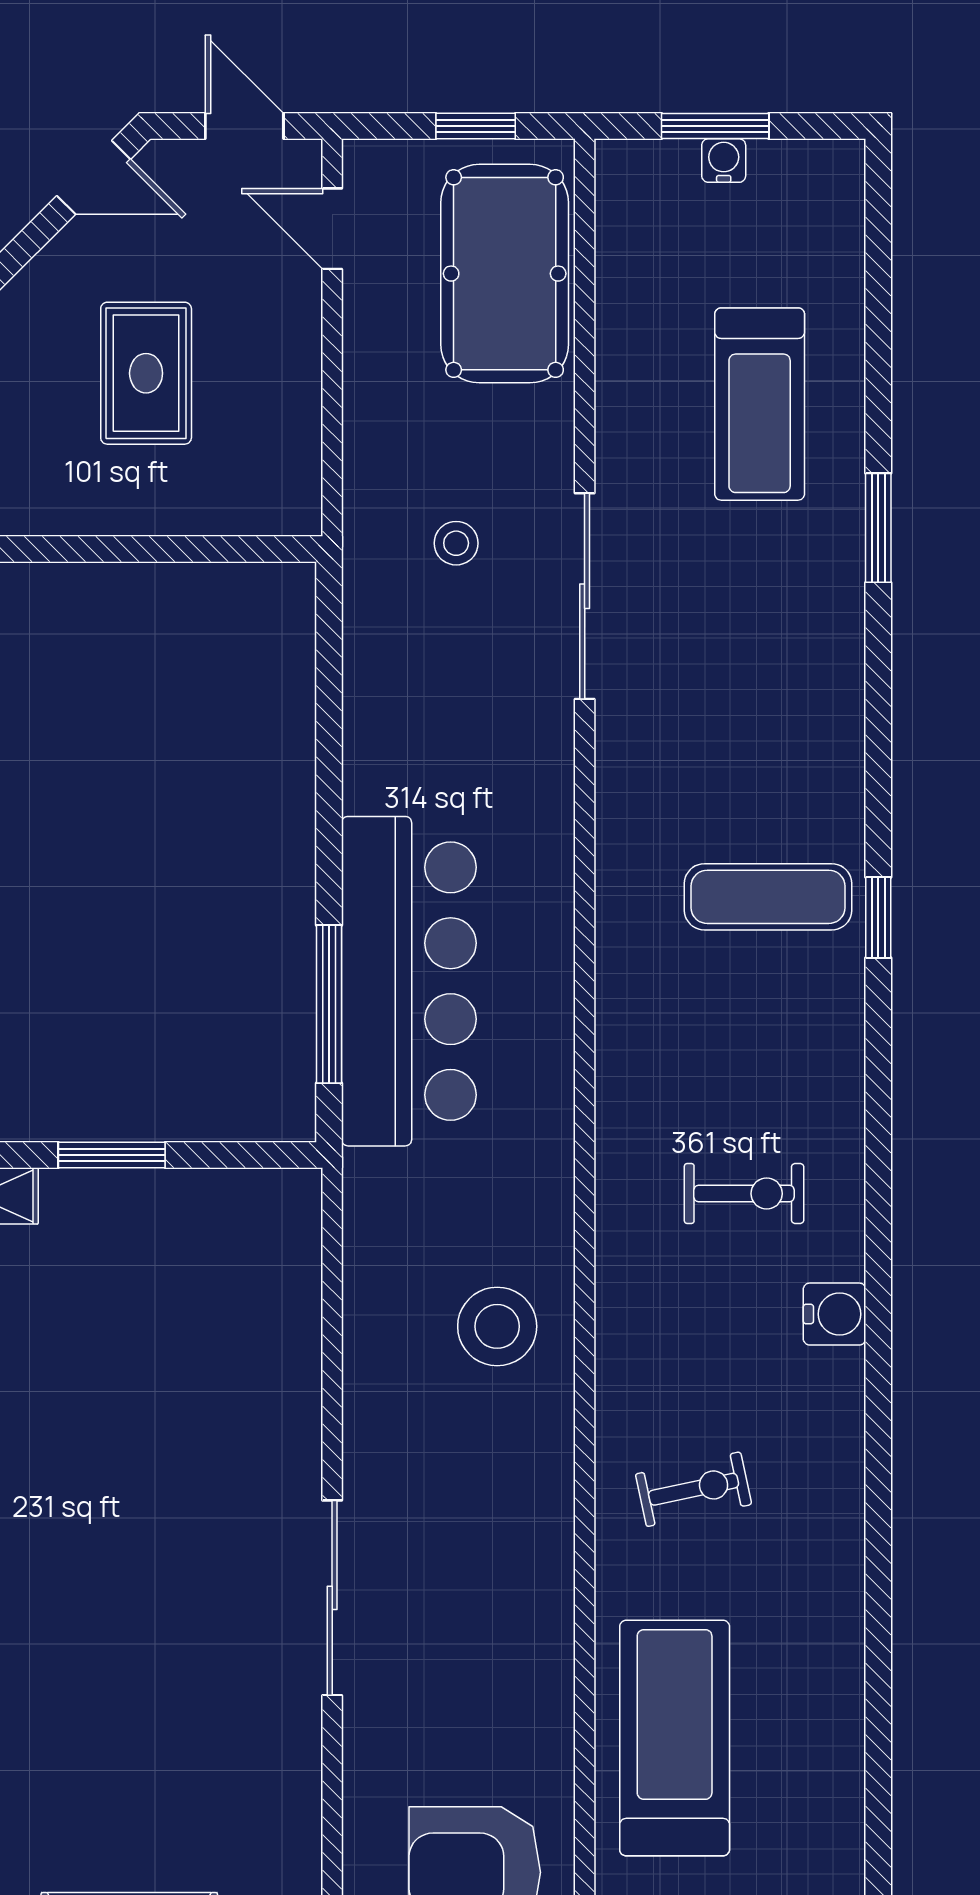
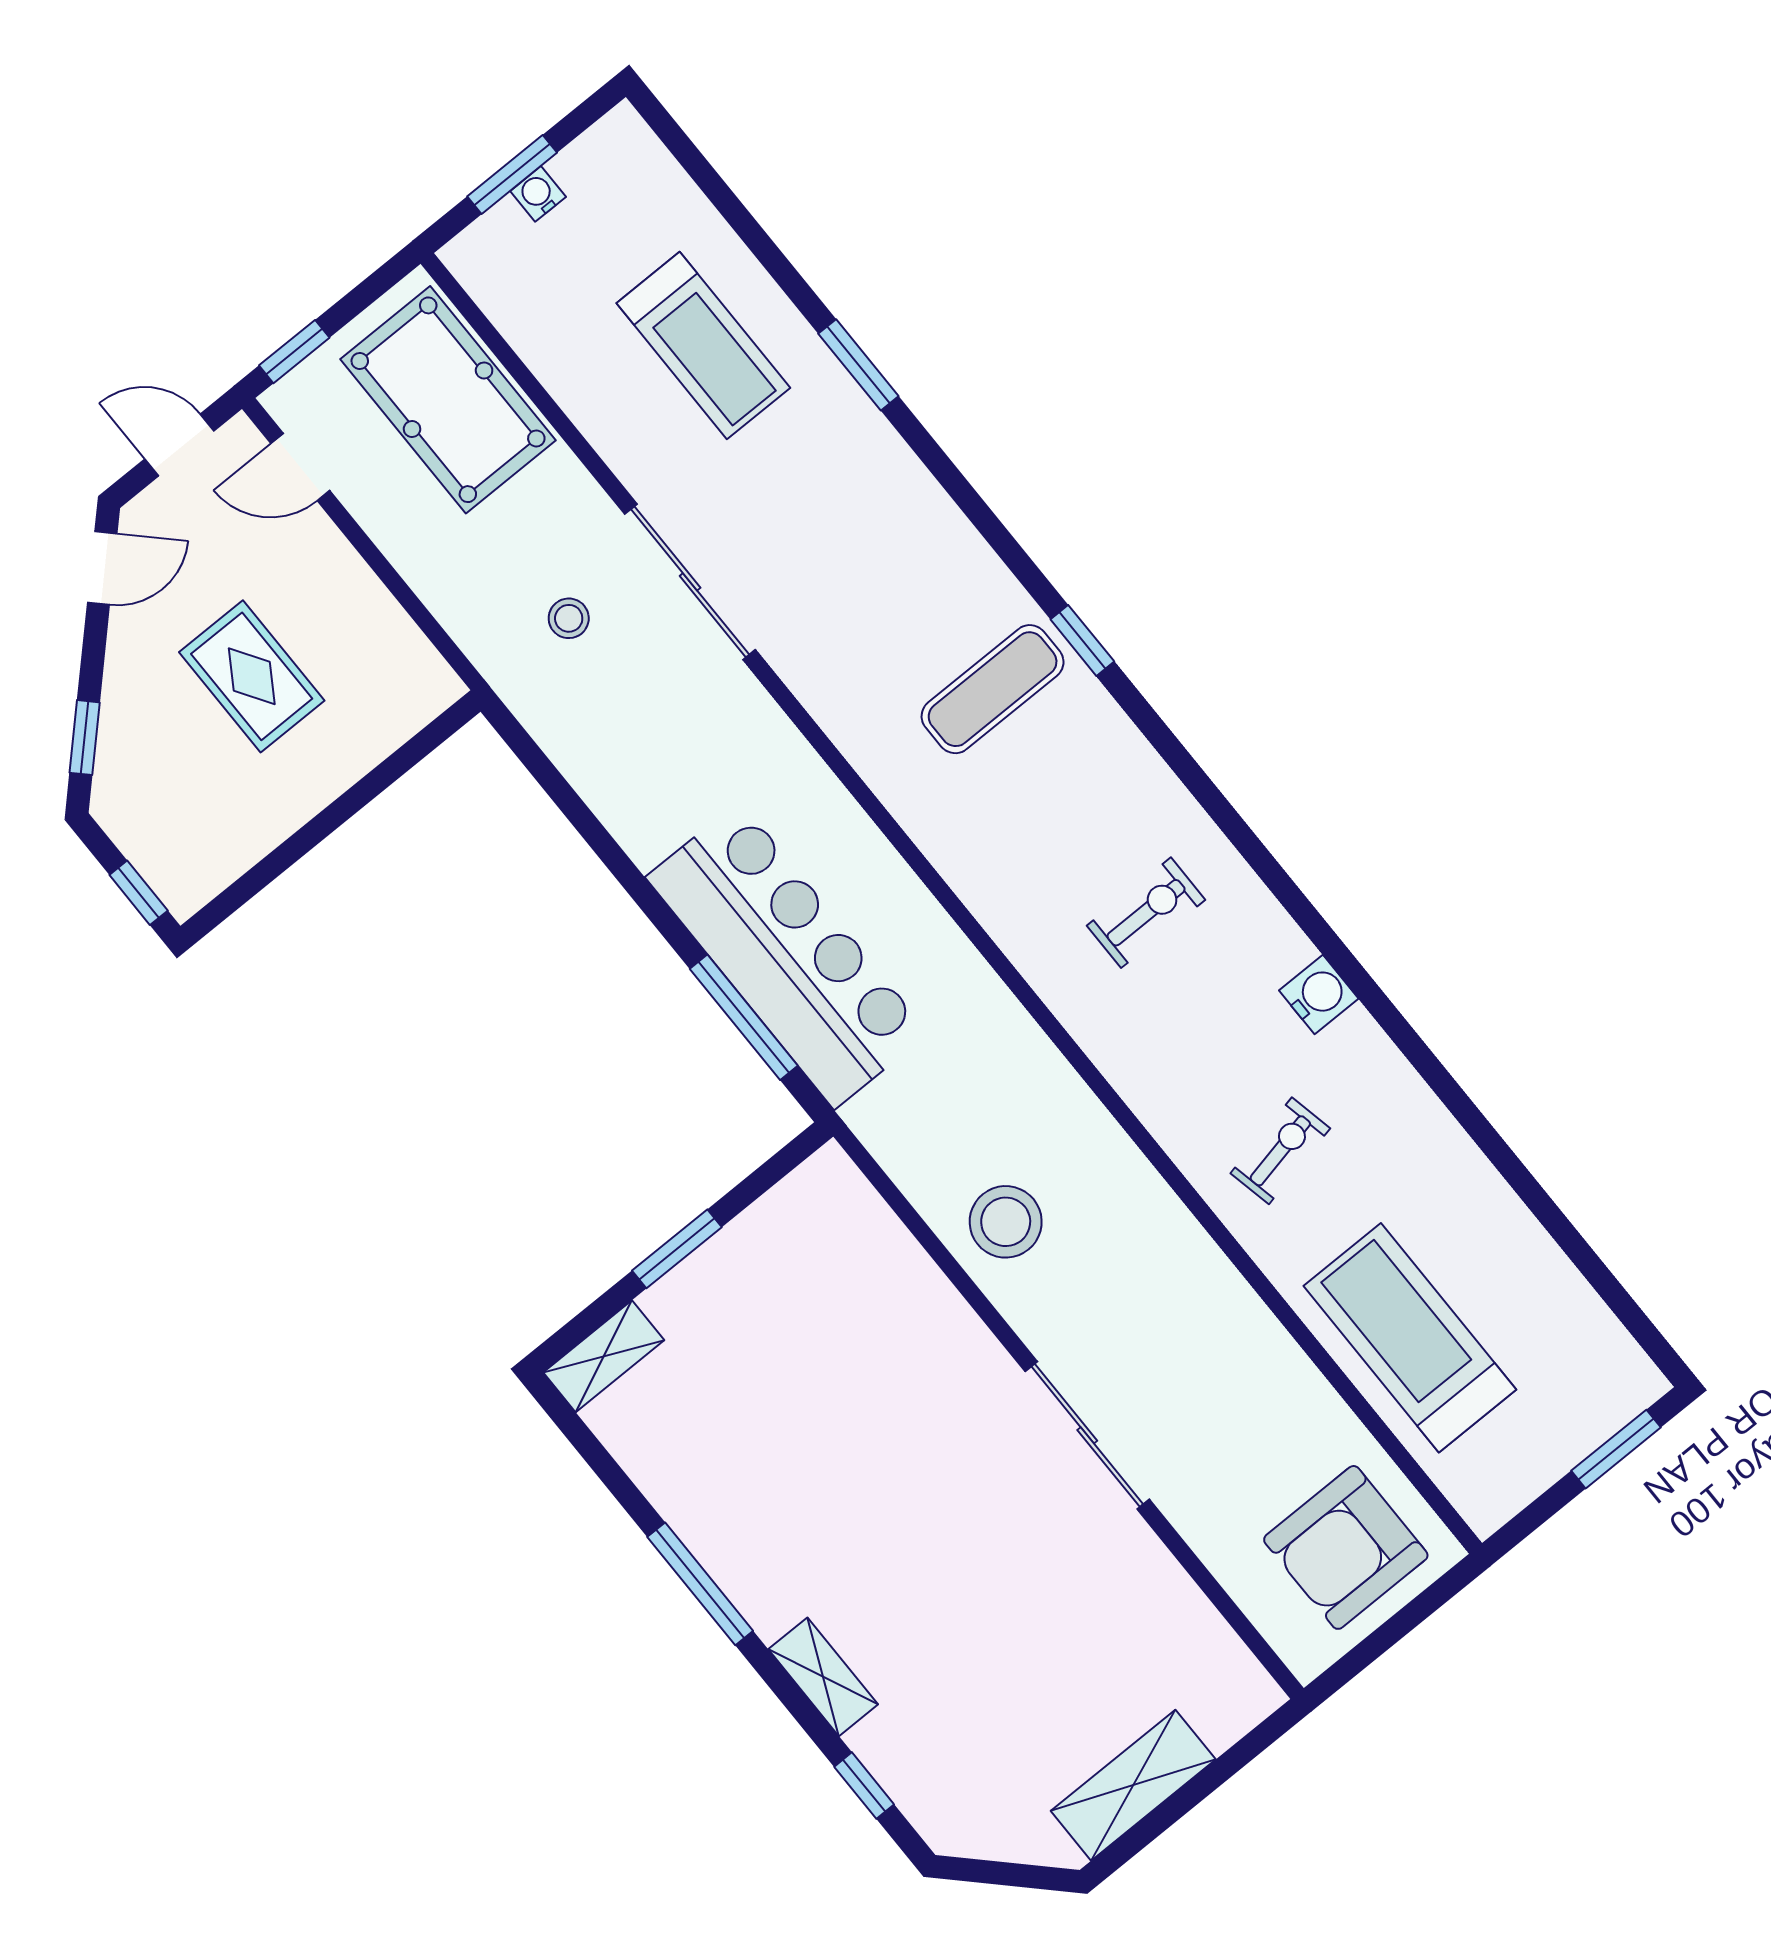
window: (476, 126) -> (294, 352), moved
water cooler: (835, 1314) -> (1319, 994), moved
stool: (497, 1326) -> (1006, 1222), moved

